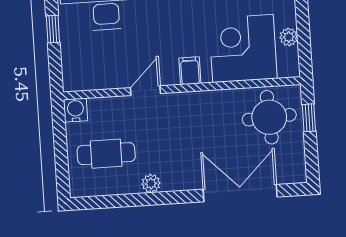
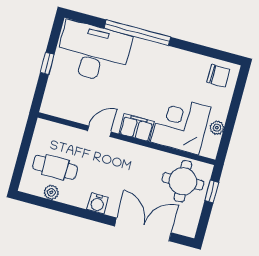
filing cabinet: (190, 71) -> (137, 128), width x2.00
water cooler: (76, 110) -> (98, 203), moved, turned 180
plant: (151, 183) -> (51, 192), moved

